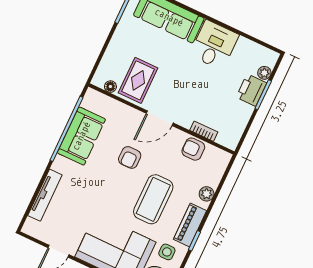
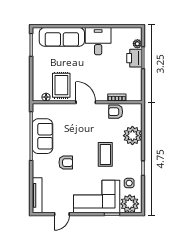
door: (160, 118) -> (86, 102), swing flipped
armchair: (130, 157) -> (66, 163), moved, turned -90
plant: (207, 194) -> (132, 136), width x1.87, depth x1.87
tv unit: (45, 195) -> (37, 195), moved
coffee table: (153, 199) -> (105, 154), width x0.73, depth x0.76
piano: (190, 225) -> (136, 160), removed

